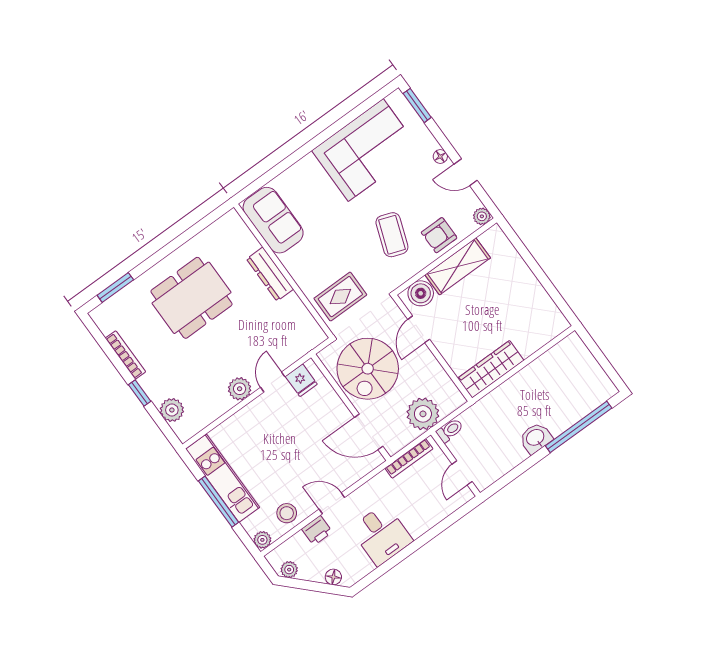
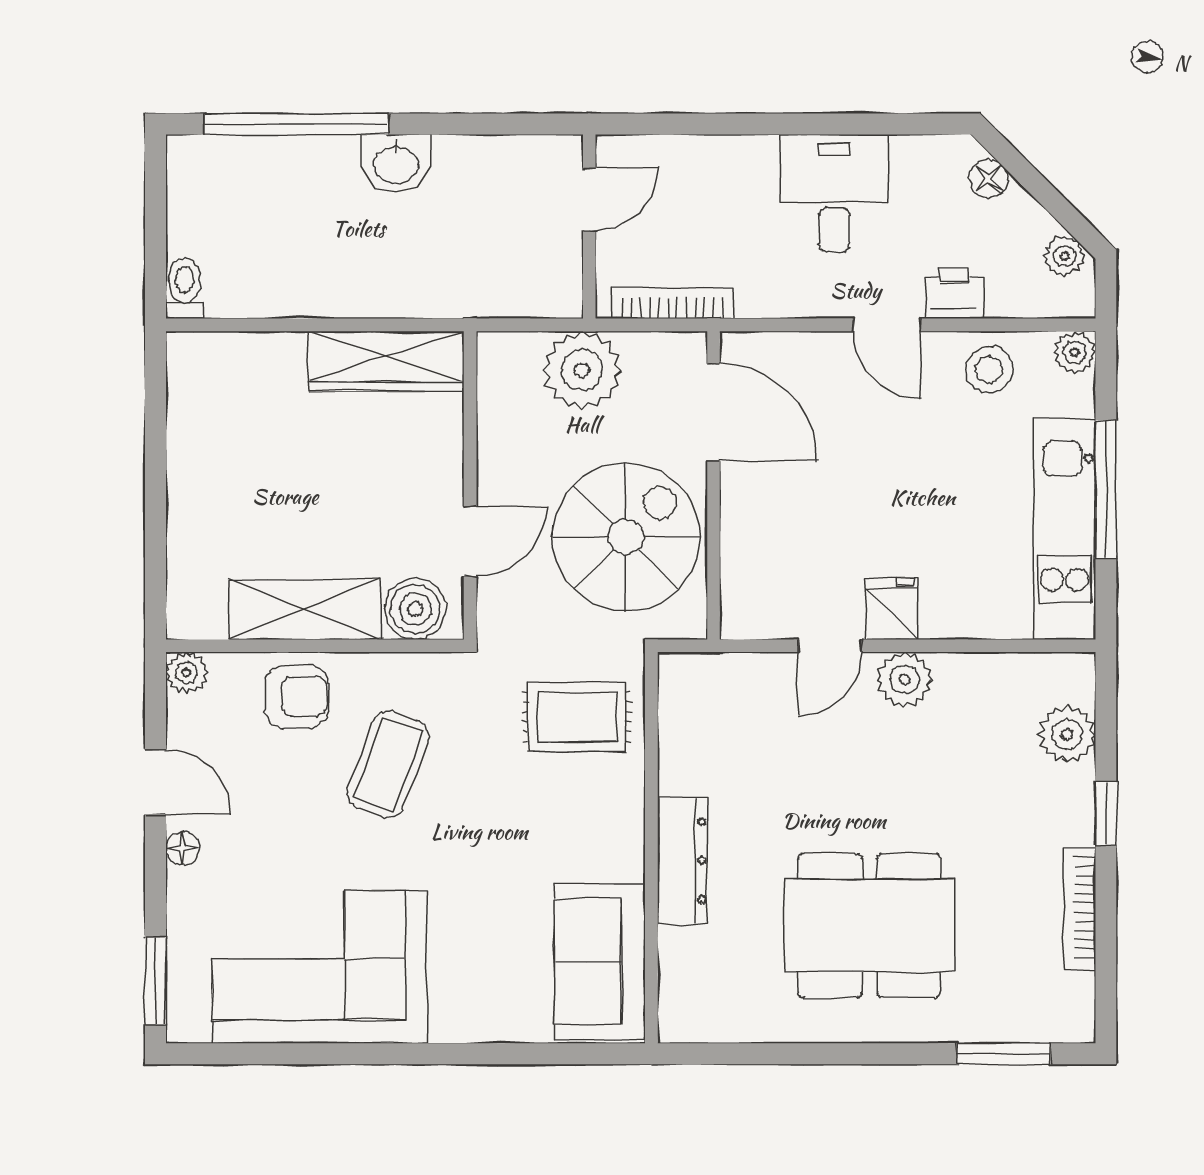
fridge: (301, 380) -> (892, 609), moved
toilet: (450, 430) -> (184, 288), moved, turned 90

